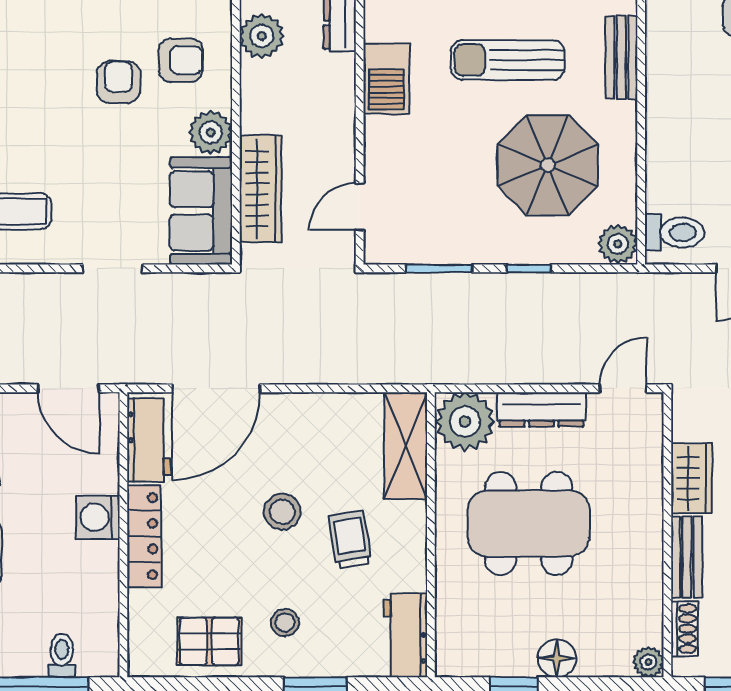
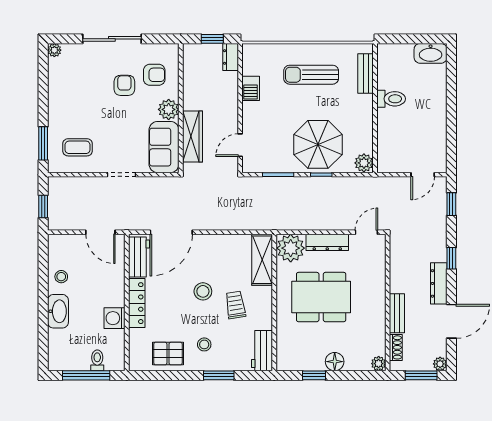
plant: (262, 36) -> (193, 63), removed
barbecue: (386, 79) -> (251, 88), width x0.73, depth x0.79
parasol: (548, 165) -> (318, 144), moved
toilet: (675, 232) -> (391, 99), moved
wardrobe: (691, 478) -> (399, 275), removed
washing machine: (98, 517) -> (115, 318), moved

